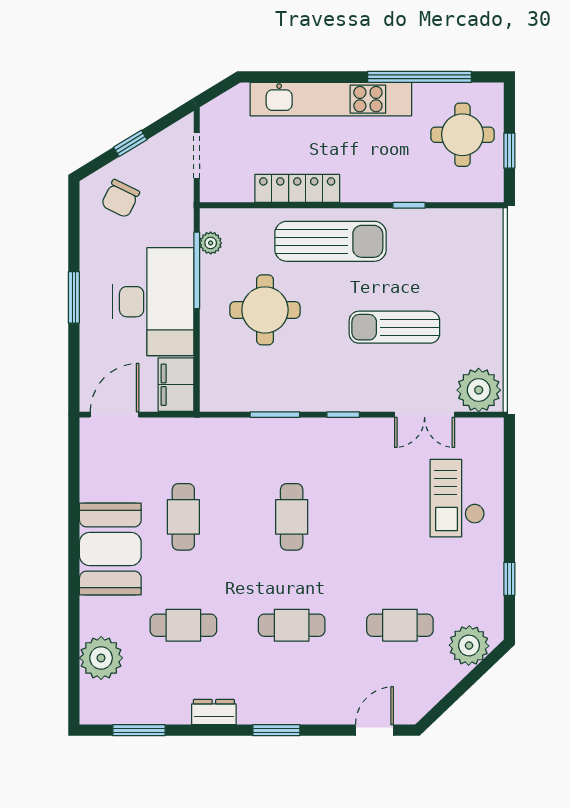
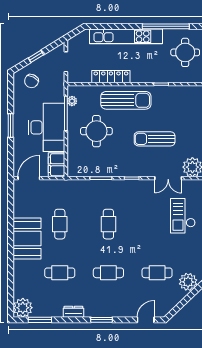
plant: (101, 658) -> (23, 308), moved

